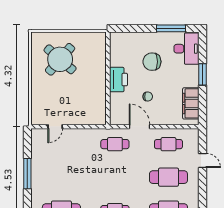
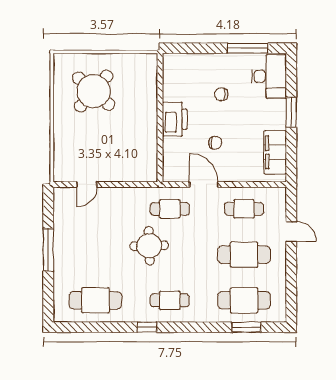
chair: (152, 62) -> (221, 94), width x0.54, depth x0.54
round table: (100, 171) -> (149, 246), added

